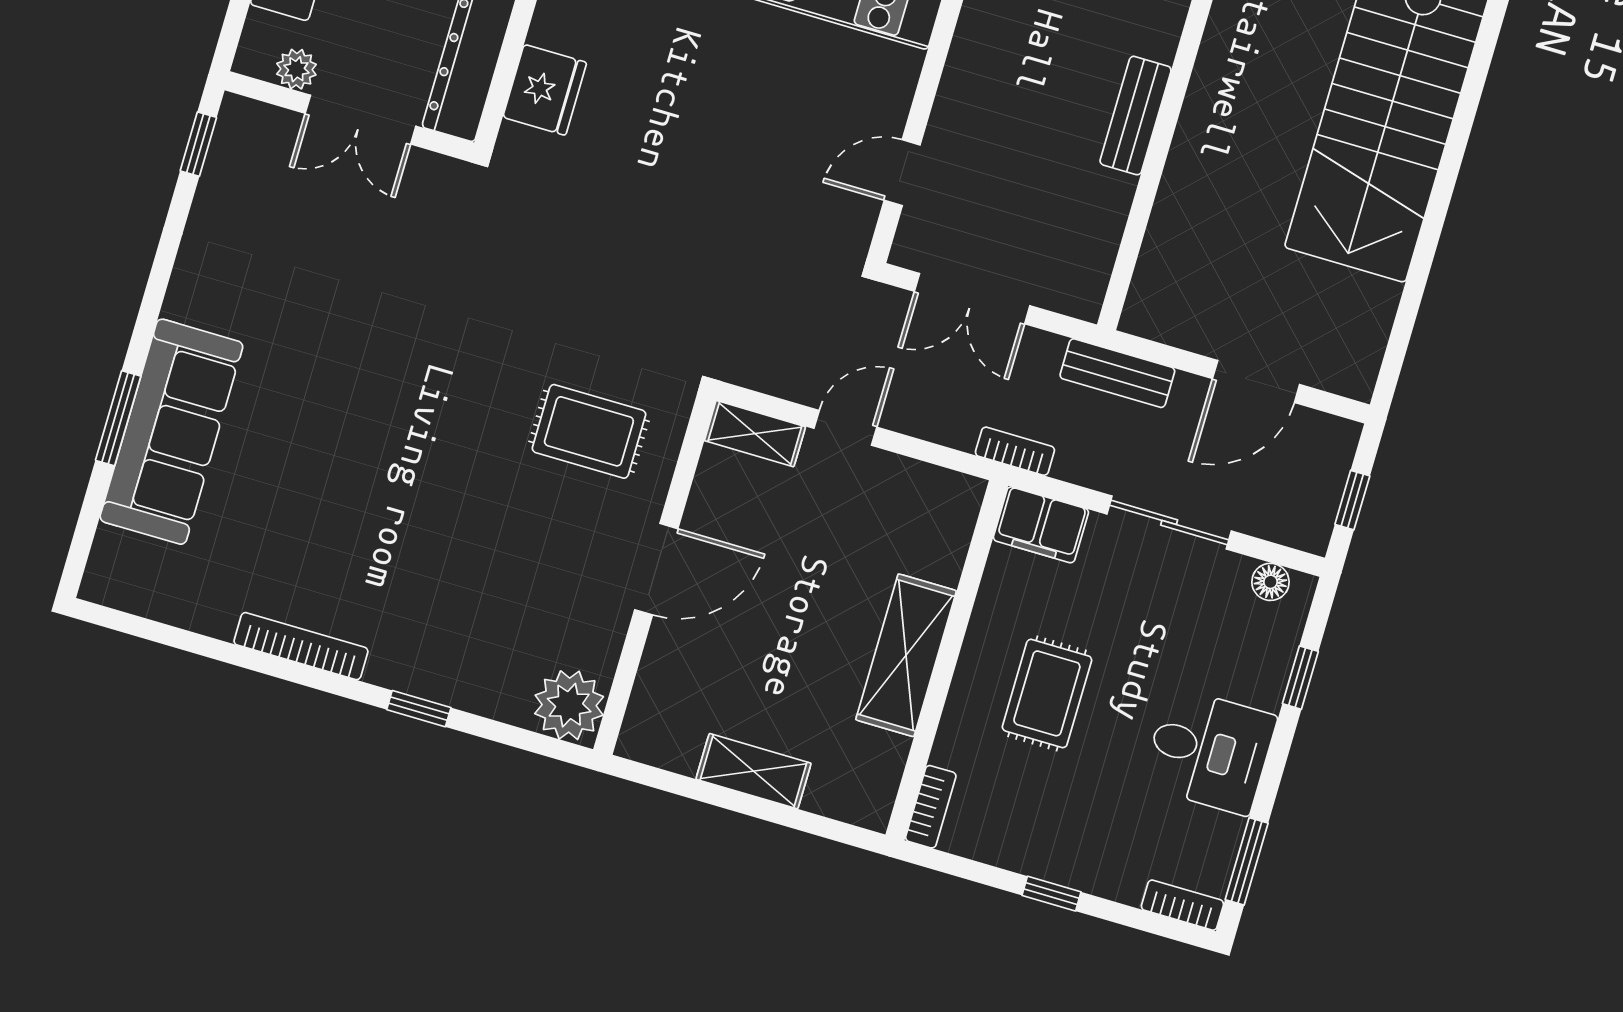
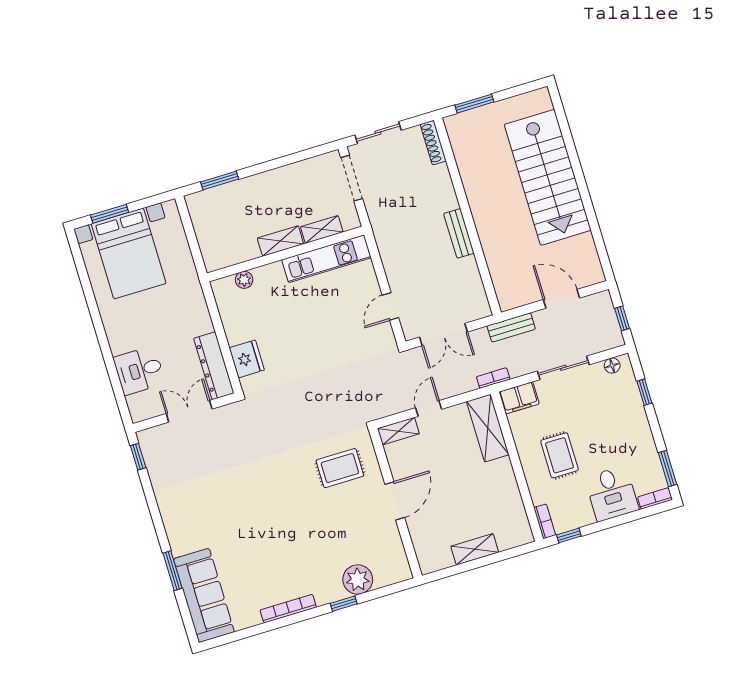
plant: (296, 69) -> (155, 408), removed
double door: (361, 120) -> (189, 411), swing flipped
door: (1256, 382) -> (561, 299), swing flipped
sofa: (171, 432) -> (204, 595), moved
shelving: (906, 655) -> (488, 428), moved
plant: (569, 705) -> (358, 580), moved
desk: (1209, 751) -> (612, 494), moved, turned 90
window: (1052, 894) -> (569, 536), moved

